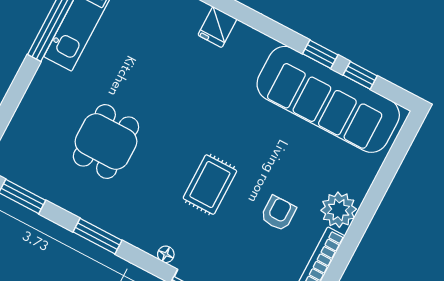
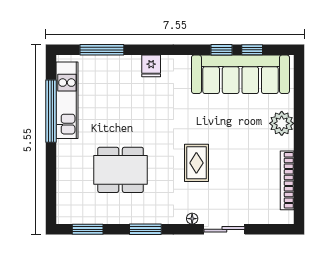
dining table: (106, 141) -> (121, 170), width x1.38
plant: (339, 210) -> (282, 123), moved
armchair: (278, 213) -> (247, 158), removed

